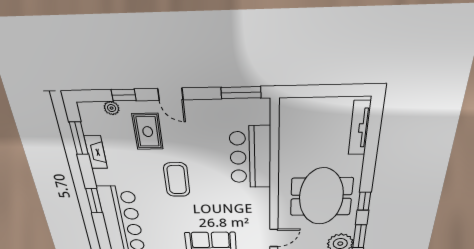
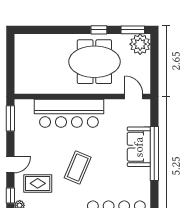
tv unit: (360, 128) -> (38, 39), removed
bar counter: (250, 157) -> (69, 113), width x1.36
coffee table: (177, 180) -> (78, 168), turned -67

